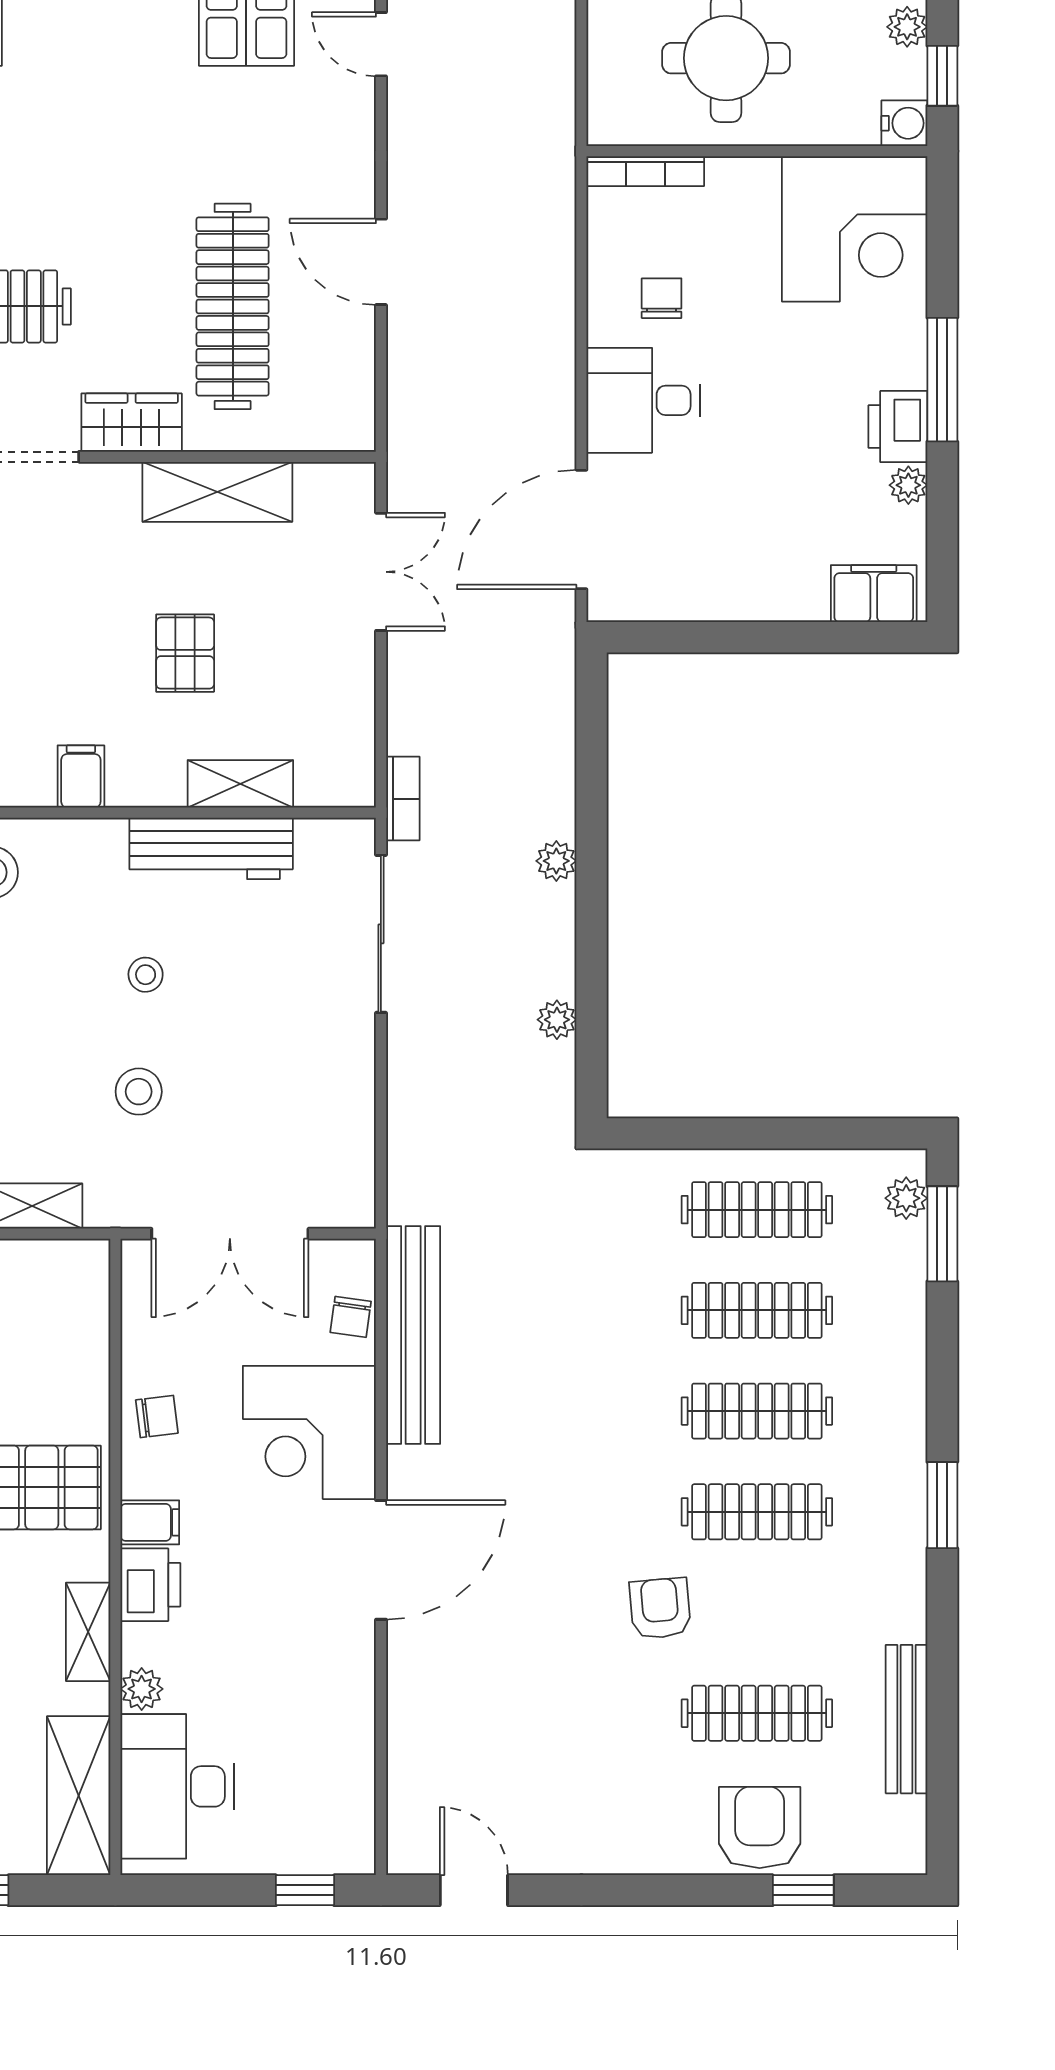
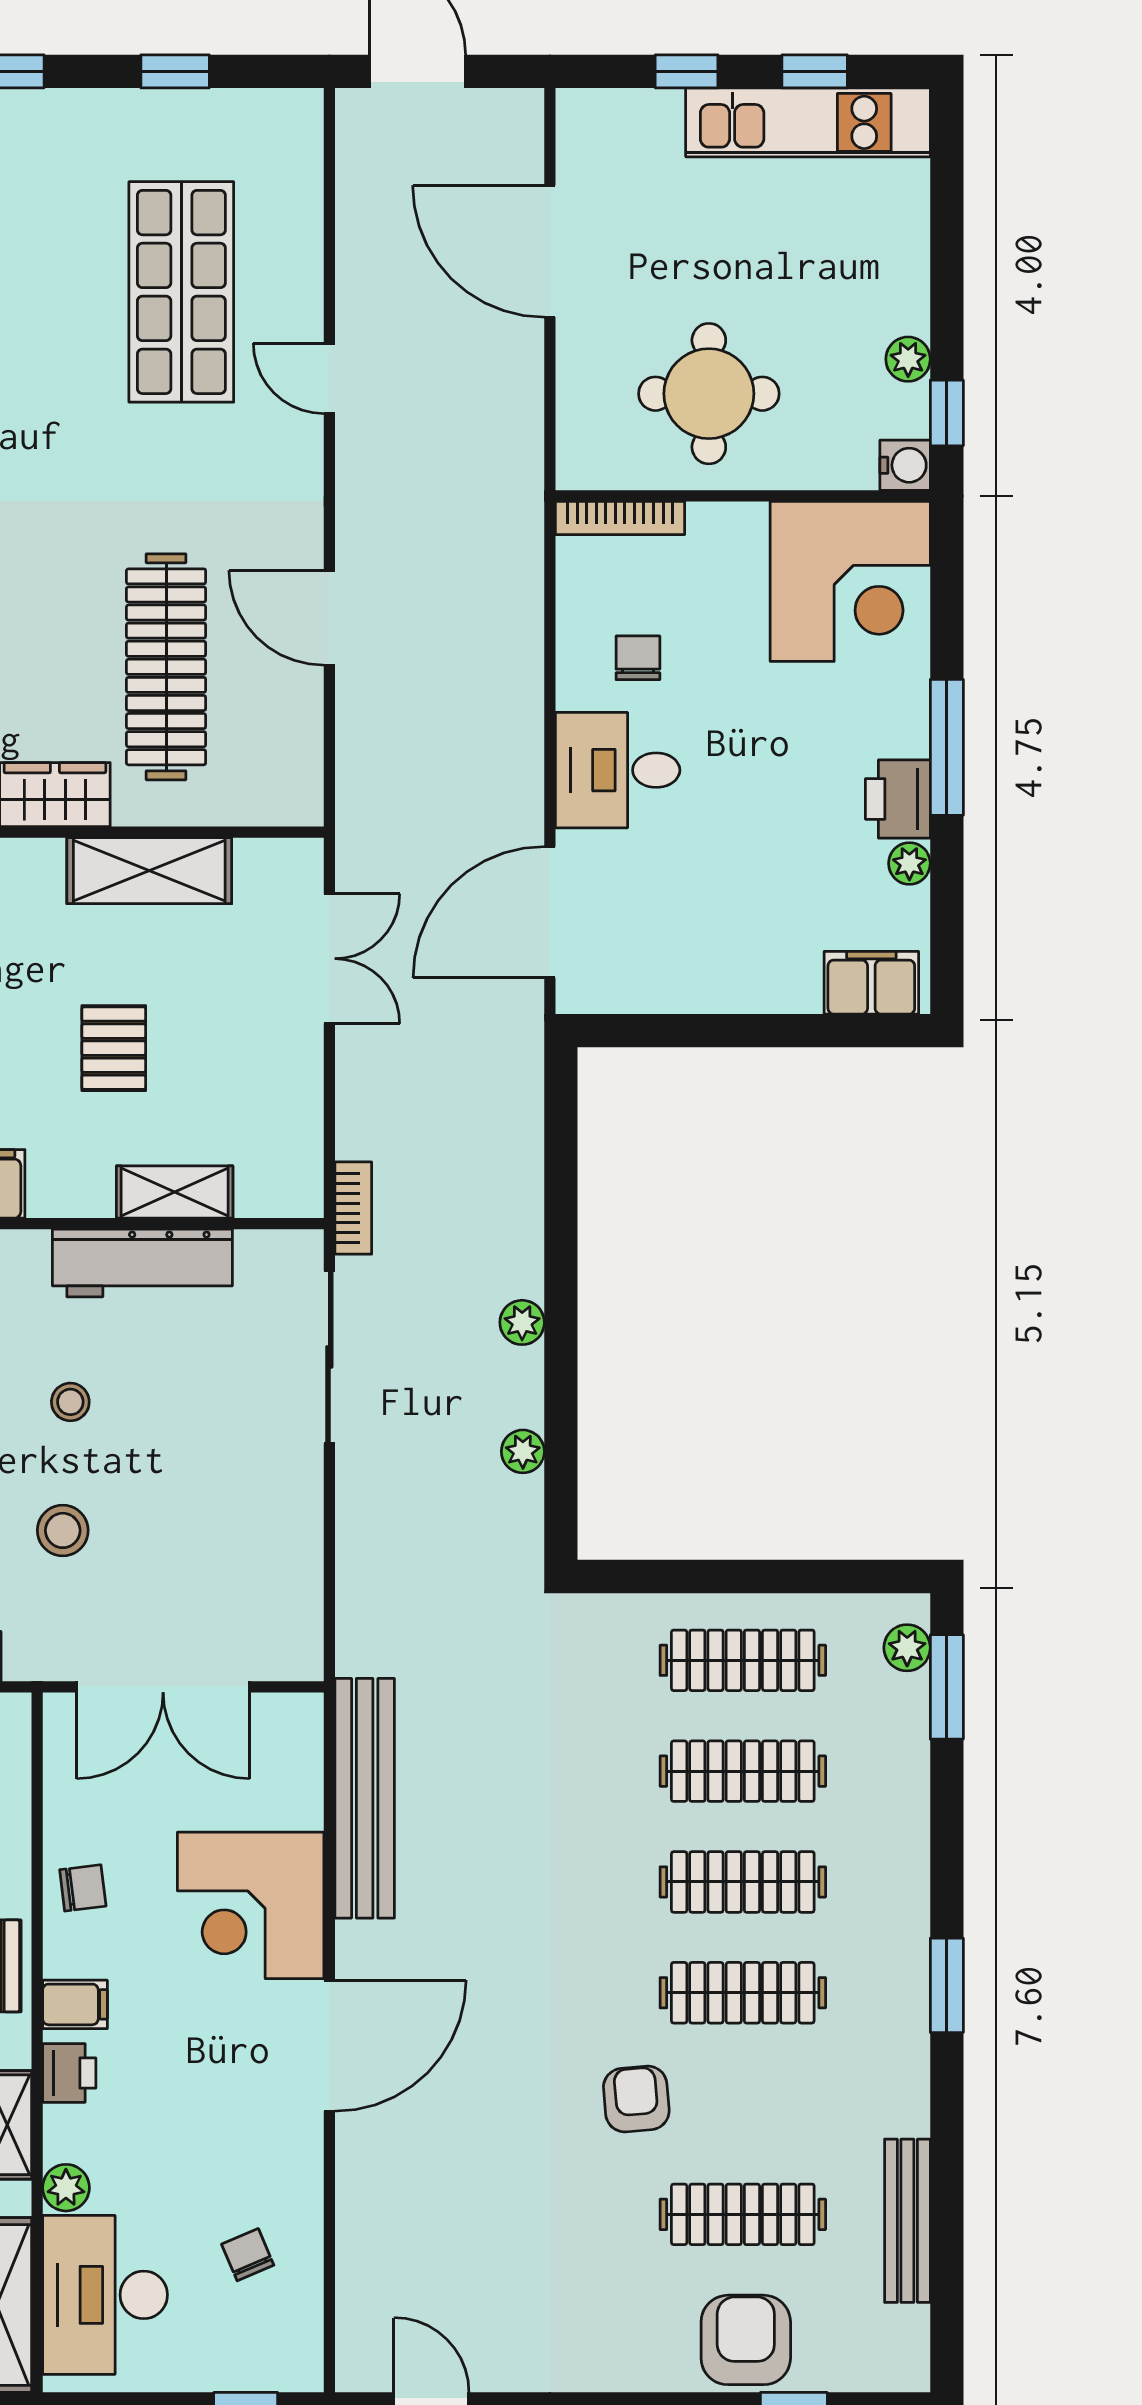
plant: (556, 861) -> (522, 1322), moved
chair: (351, 1317) -> (248, 2255), moved, turned 149
printer: (150, 1585) -> (69, 2073), width x0.73, depth x0.81

